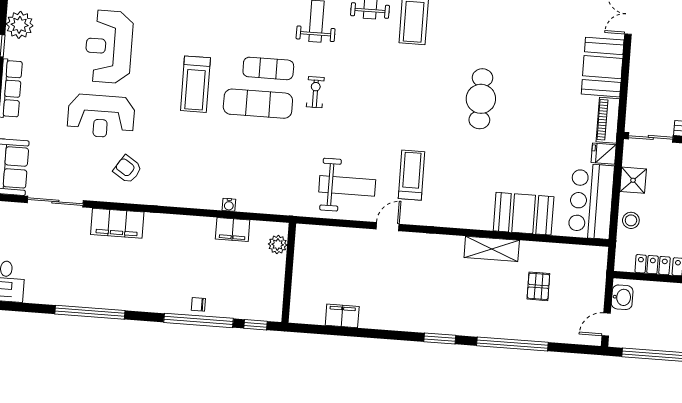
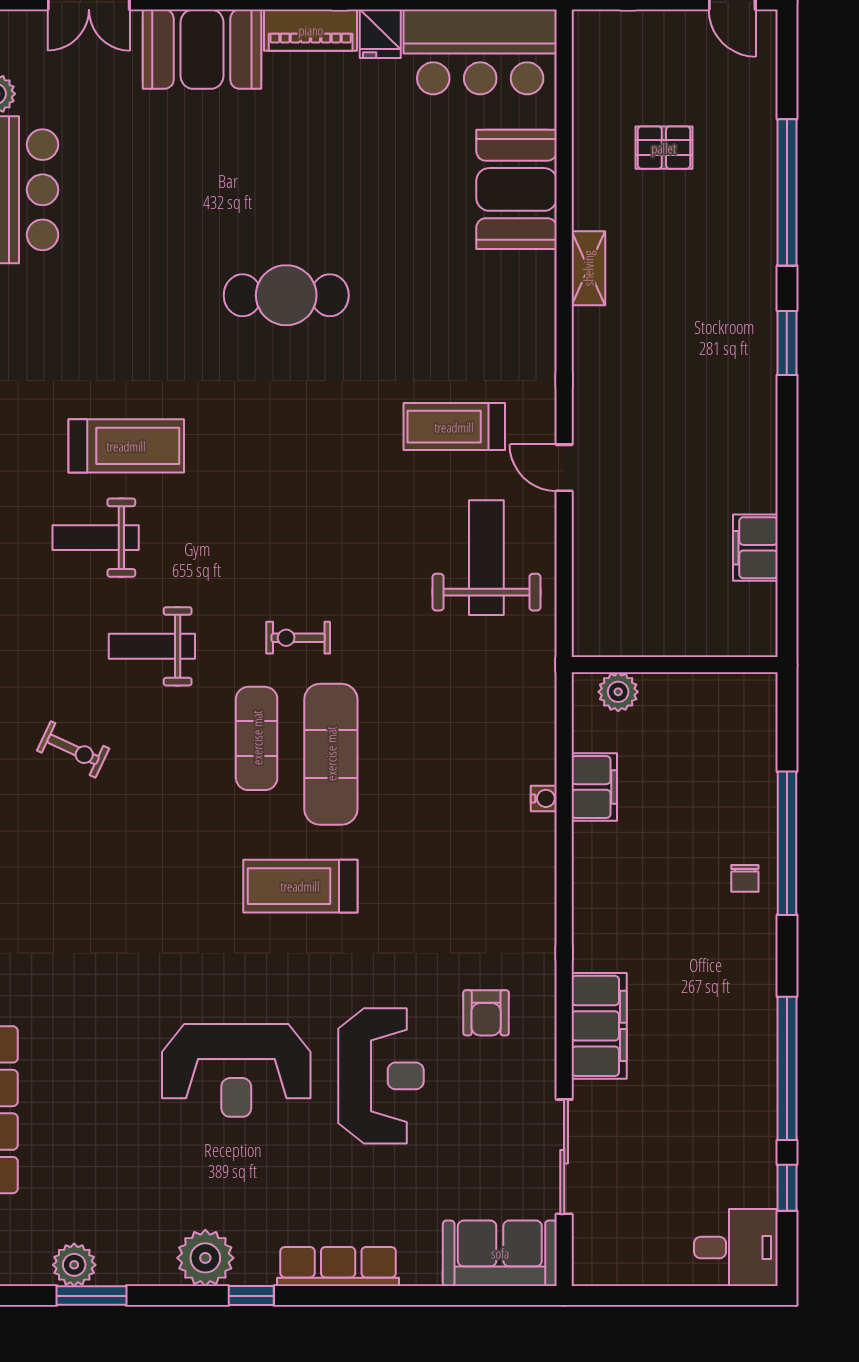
treadmill: (195, 84) -> (300, 886), turned 180
armchair: (128, 169) -> (486, 1013), turned -33
shelving: (492, 249) -> (588, 268), width x0.67, depth x0.75
chair: (198, 304) -> (745, 878), moved
window: (255, 325) -> (787, 1188), moved

